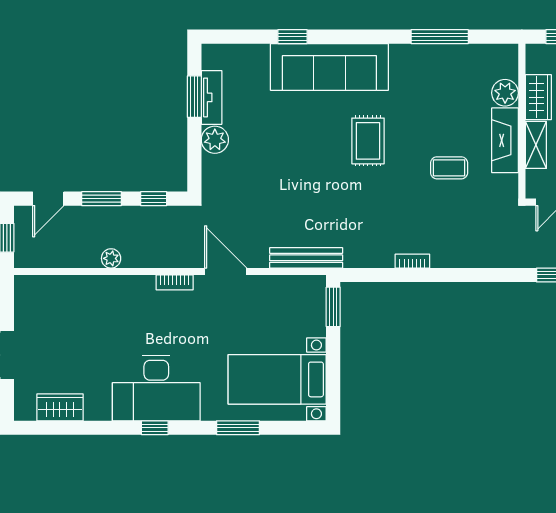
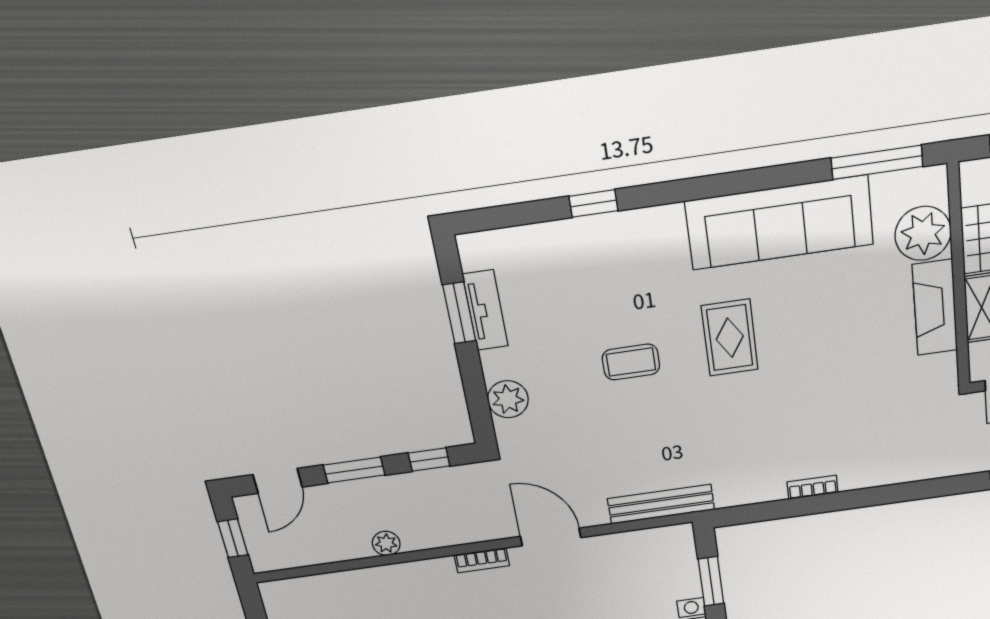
window: (440, 37) -> (877, 162), moved
sofa: (329, 67) -> (779, 223), moved
plant: (505, 93) -> (923, 233), width x1.36, depth x1.36
plant: (215, 140) -> (508, 399), moved
coffee table: (449, 168) -> (631, 362), moved
window: (333, 307) -> (711, 581), moved

